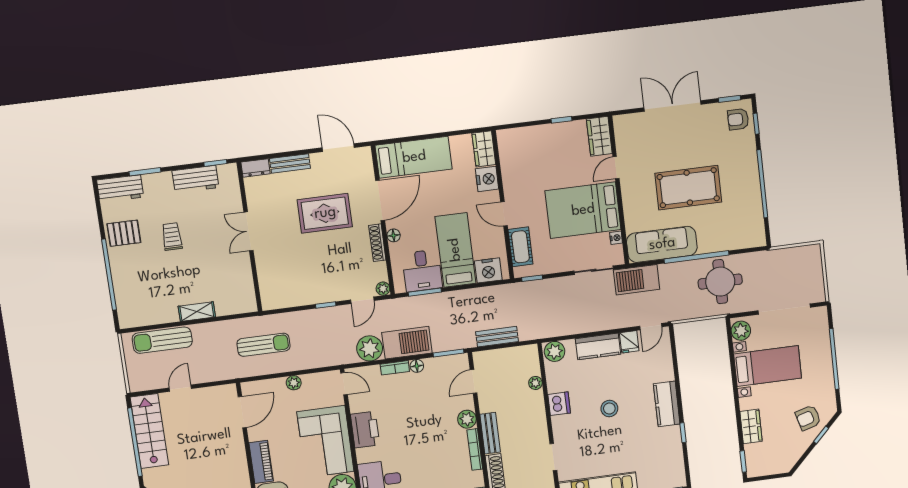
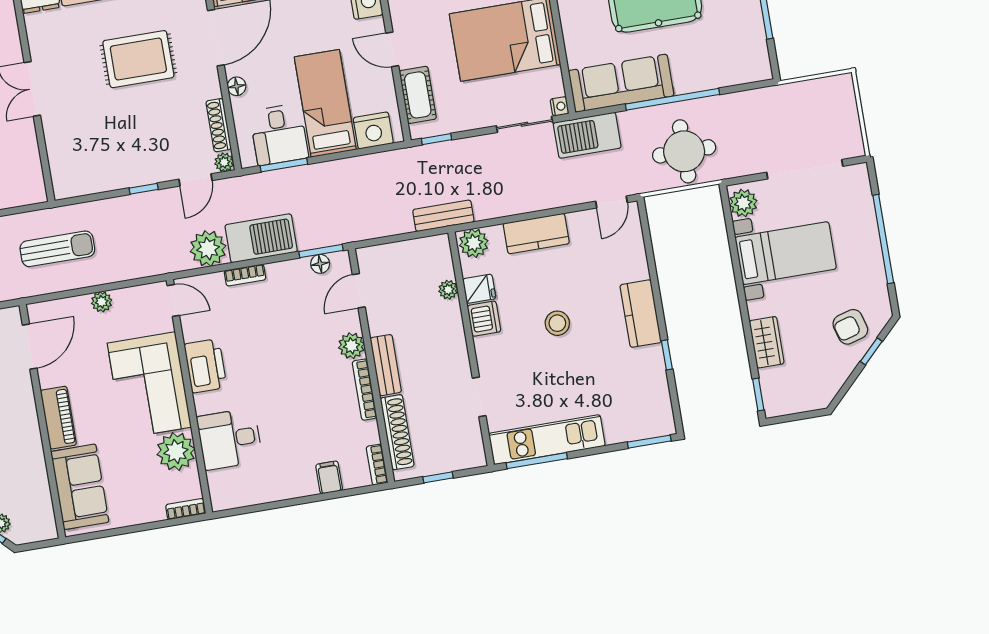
nightstand: (616, 238) -> (560, 106), moved
shoe rack: (377, 243) -> (219, 125), moved
round table: (720, 282) -> (684, 151), moved
bench: (497, 337) -> (443, 216), moved
fridge: (629, 342) -> (479, 289), moved, turned -90
floor lamp: (417, 366) -> (320, 264), moved

